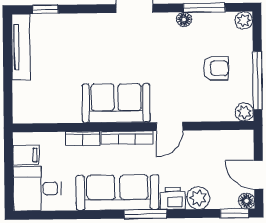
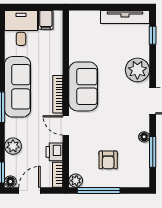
plant: (244, 20) -> (137, 70), moved, width x1.88, depth x1.88
bookcase: (83, 138) -> (58, 175), moved
printer: (173, 198) -> (54, 152), moved, turned 180

